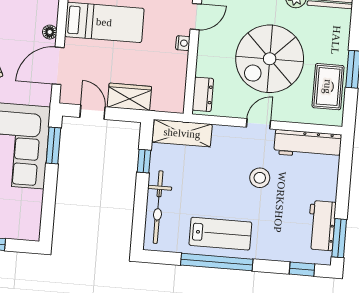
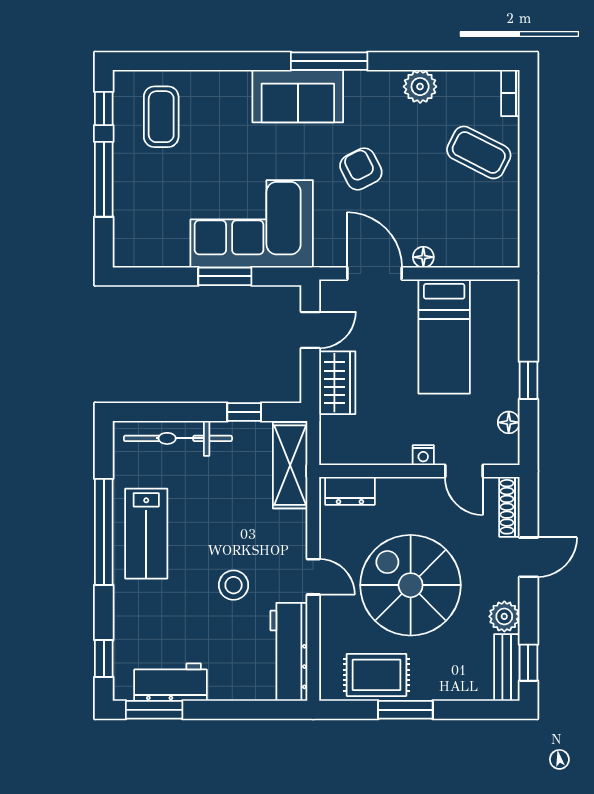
window: (53, 146) -> (225, 276), moved

